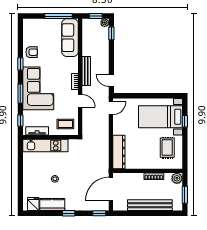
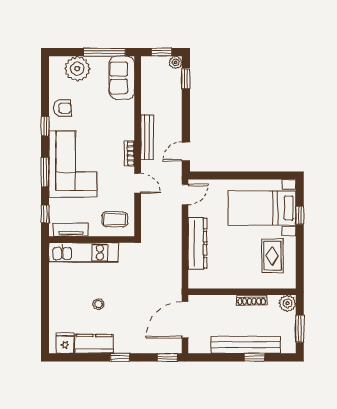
plant: (41, 27) -> (77, 69), added
sofa: (70, 38) -> (122, 78), width x0.73
door: (111, 80) -> (186, 151), hinge flipped
dresser: (119, 152) -> (198, 243), moved
window: (156, 213) -> (254, 357), added

